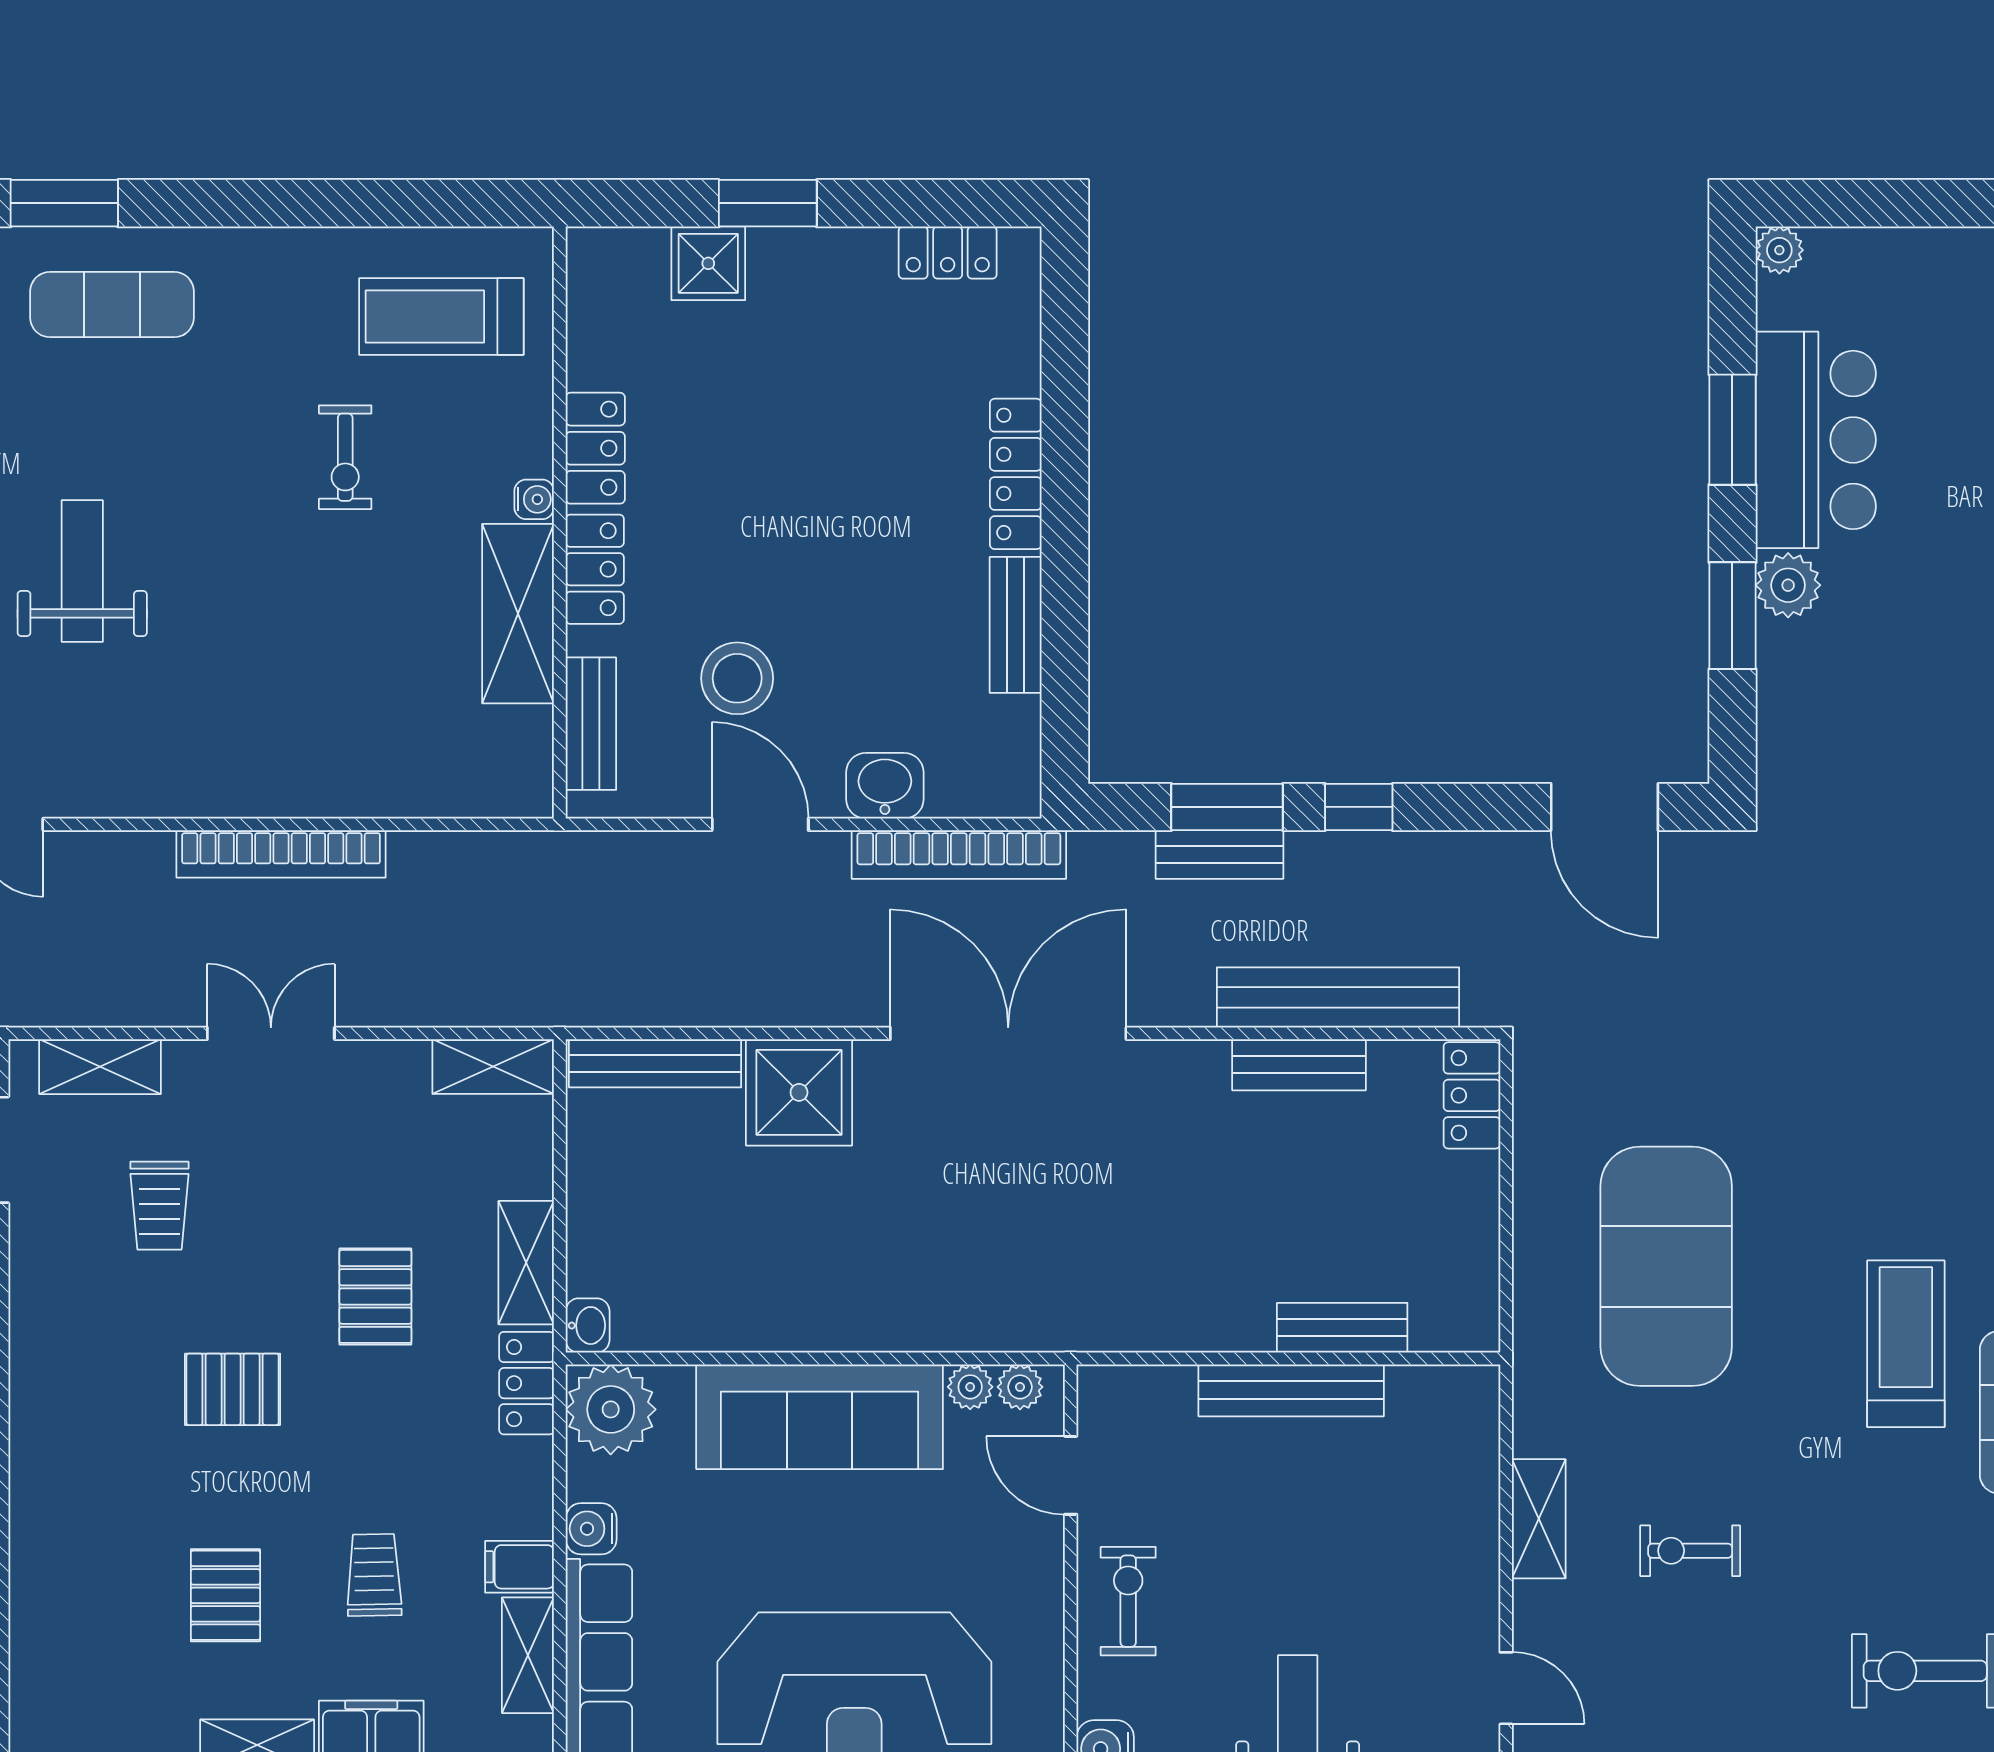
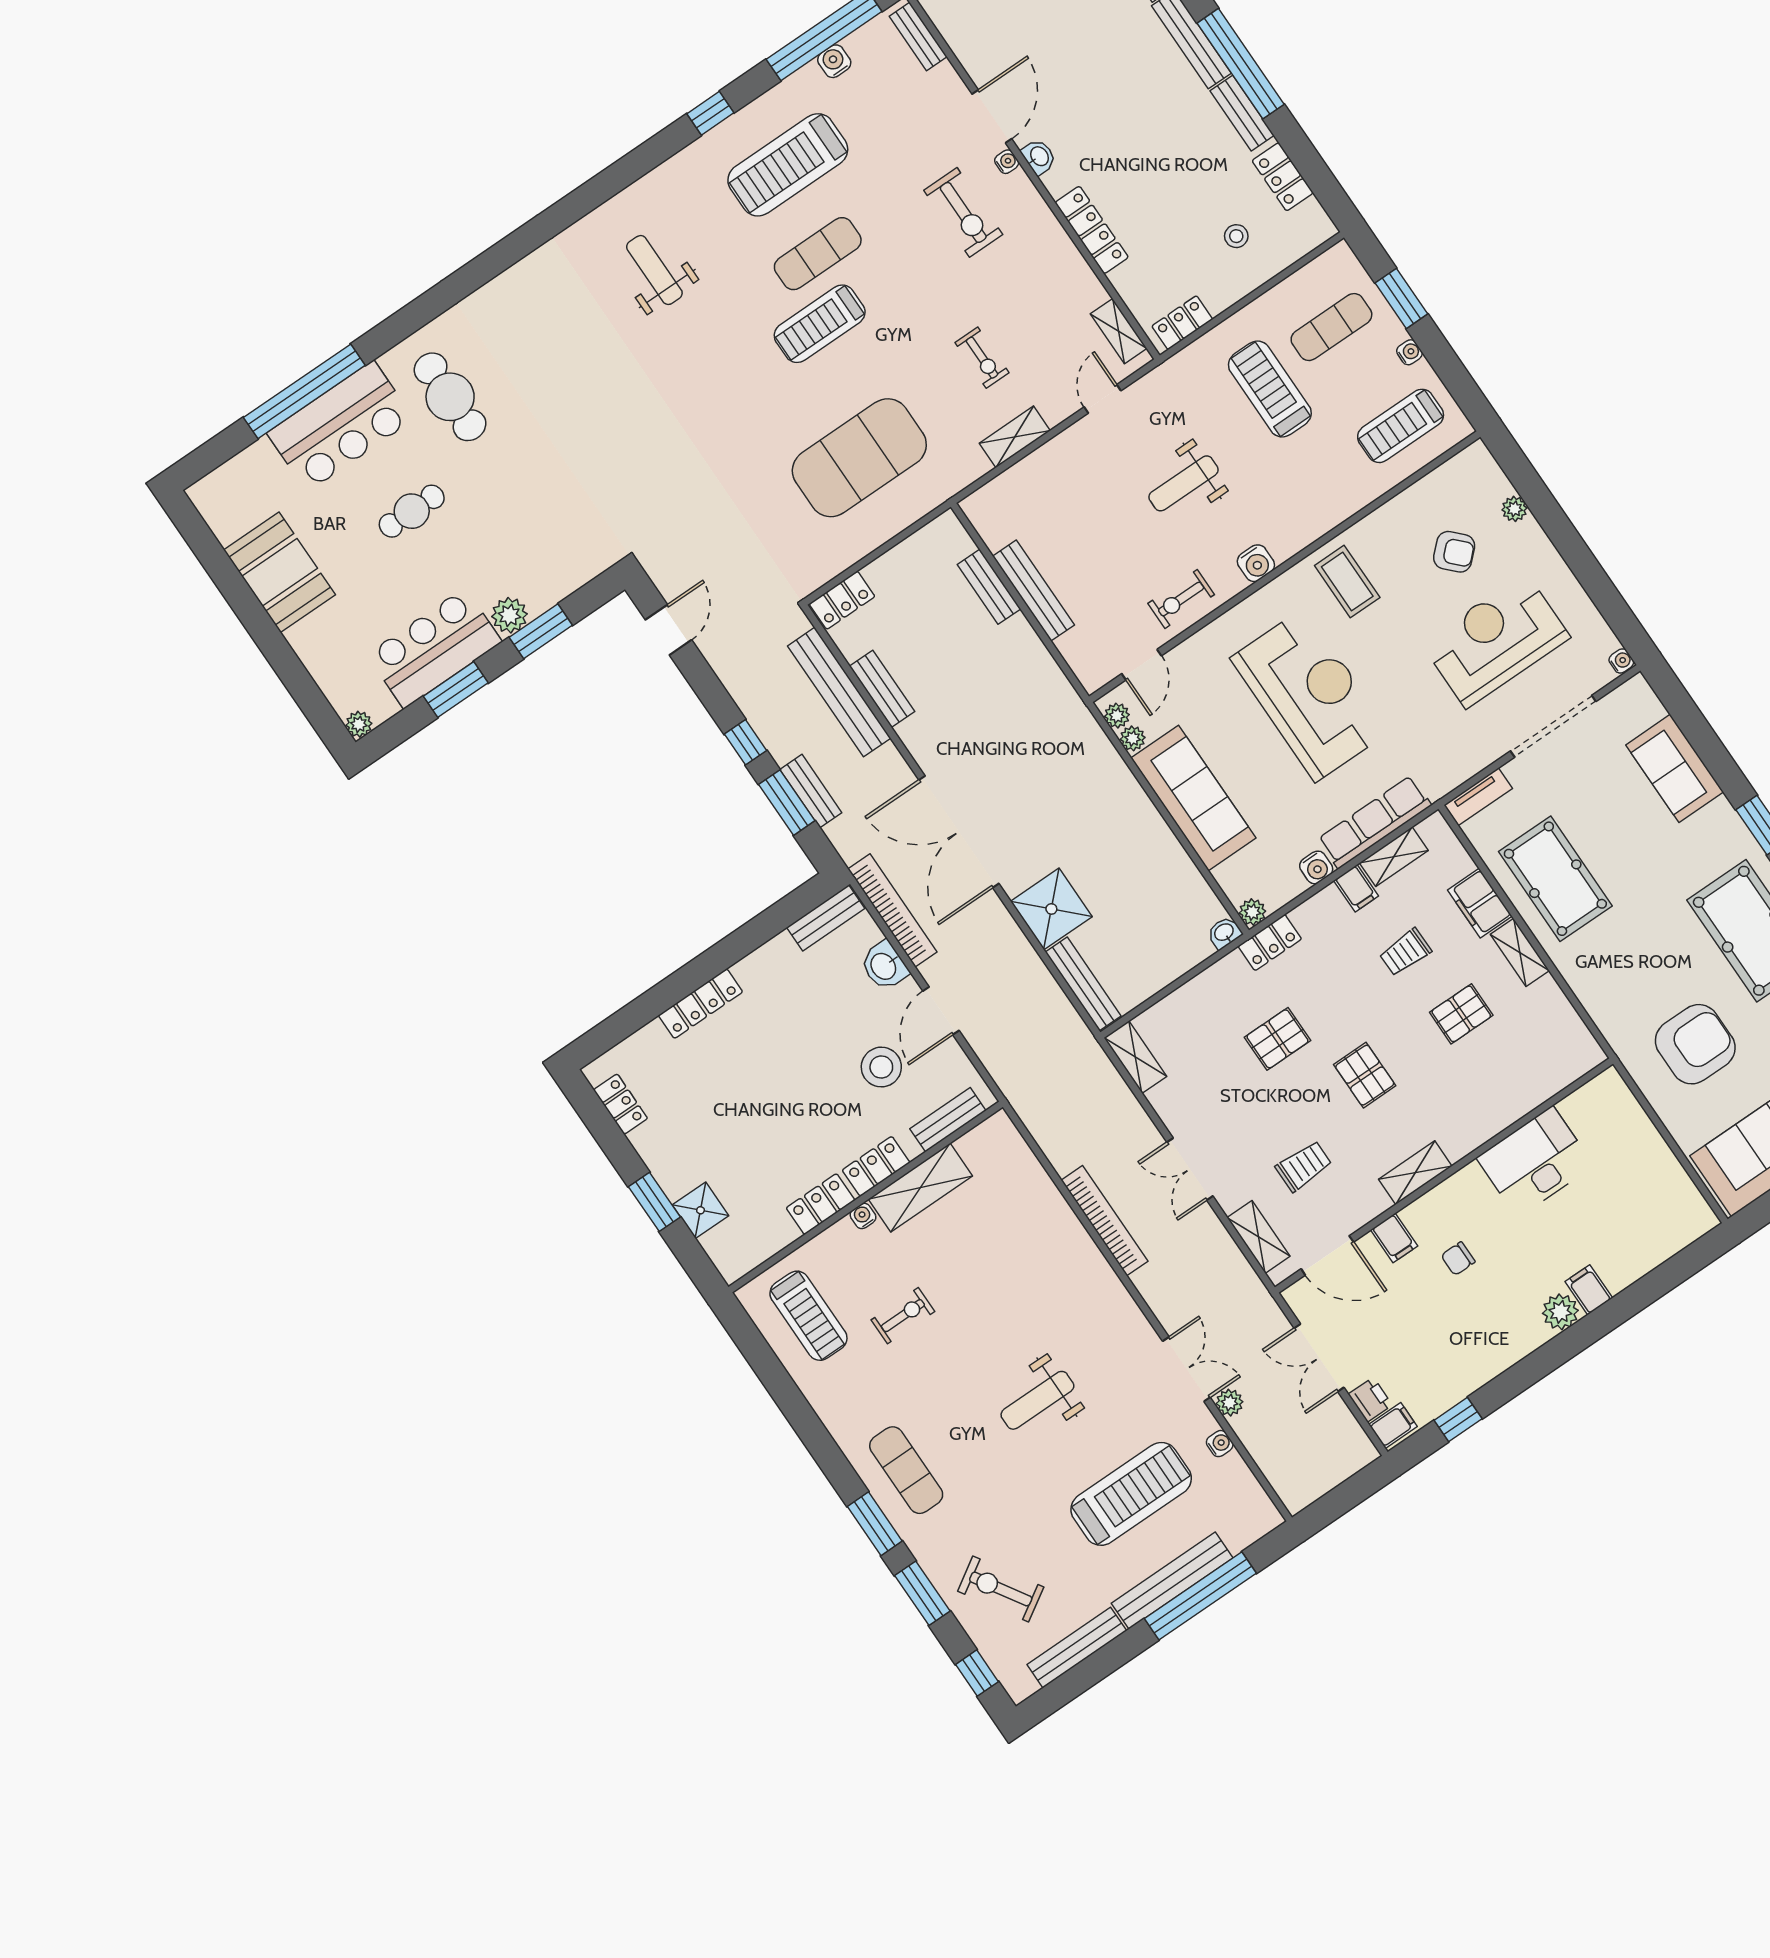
bench: (1016, 625) -> (826, 918), moved
door: (1604, 807) -> (668, 630), width x0.73
shelving: (526, 1263) -> (1415, 1173), moved
plant: (611, 1409) -> (1252, 912), width x0.53, depth x0.53

